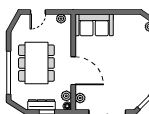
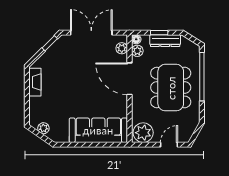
plant: (61, 19) -> (143, 133), width x1.88, depth x1.88
sofa: (94, 25) -> (98, 130), width x1.36

